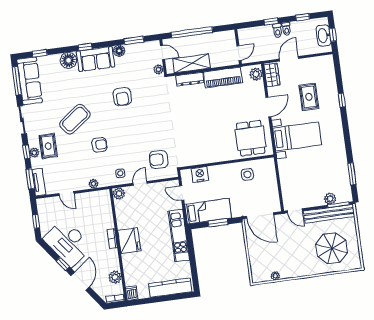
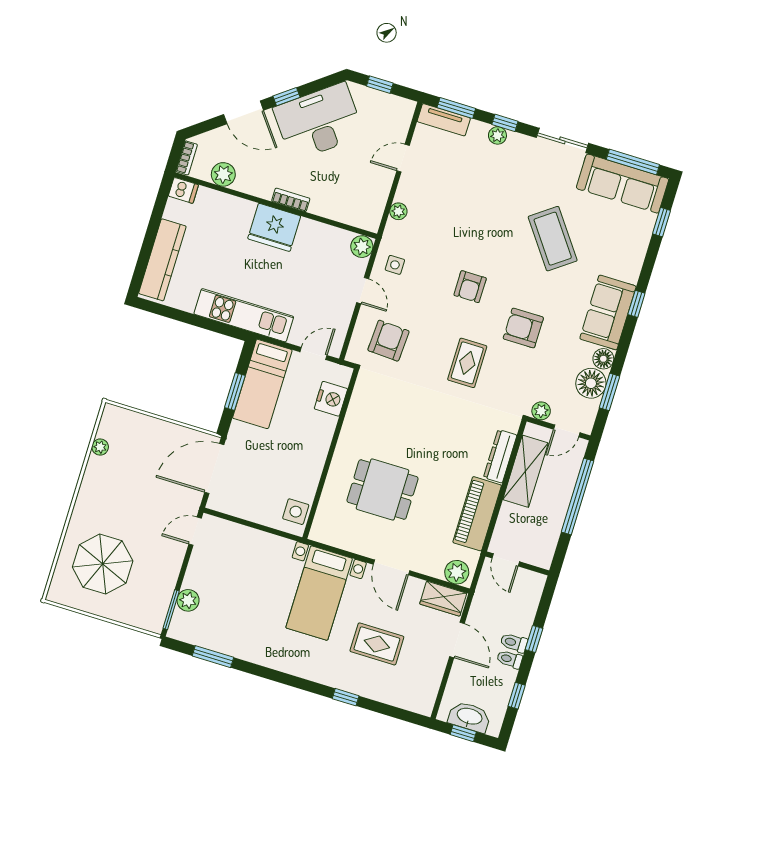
floor lamp: (69, 60) -> (591, 383), moved
coffee table: (75, 119) -> (553, 239), moved
dining table: (251, 138) -> (382, 489), moved
armchair: (99, 145) -> (470, 287), moved
rug: (48, 146) -> (467, 363), moved, turned 90
side table: (247, 174) -> (296, 512), moved
bench: (329, 214) -> (163, 587), removed

